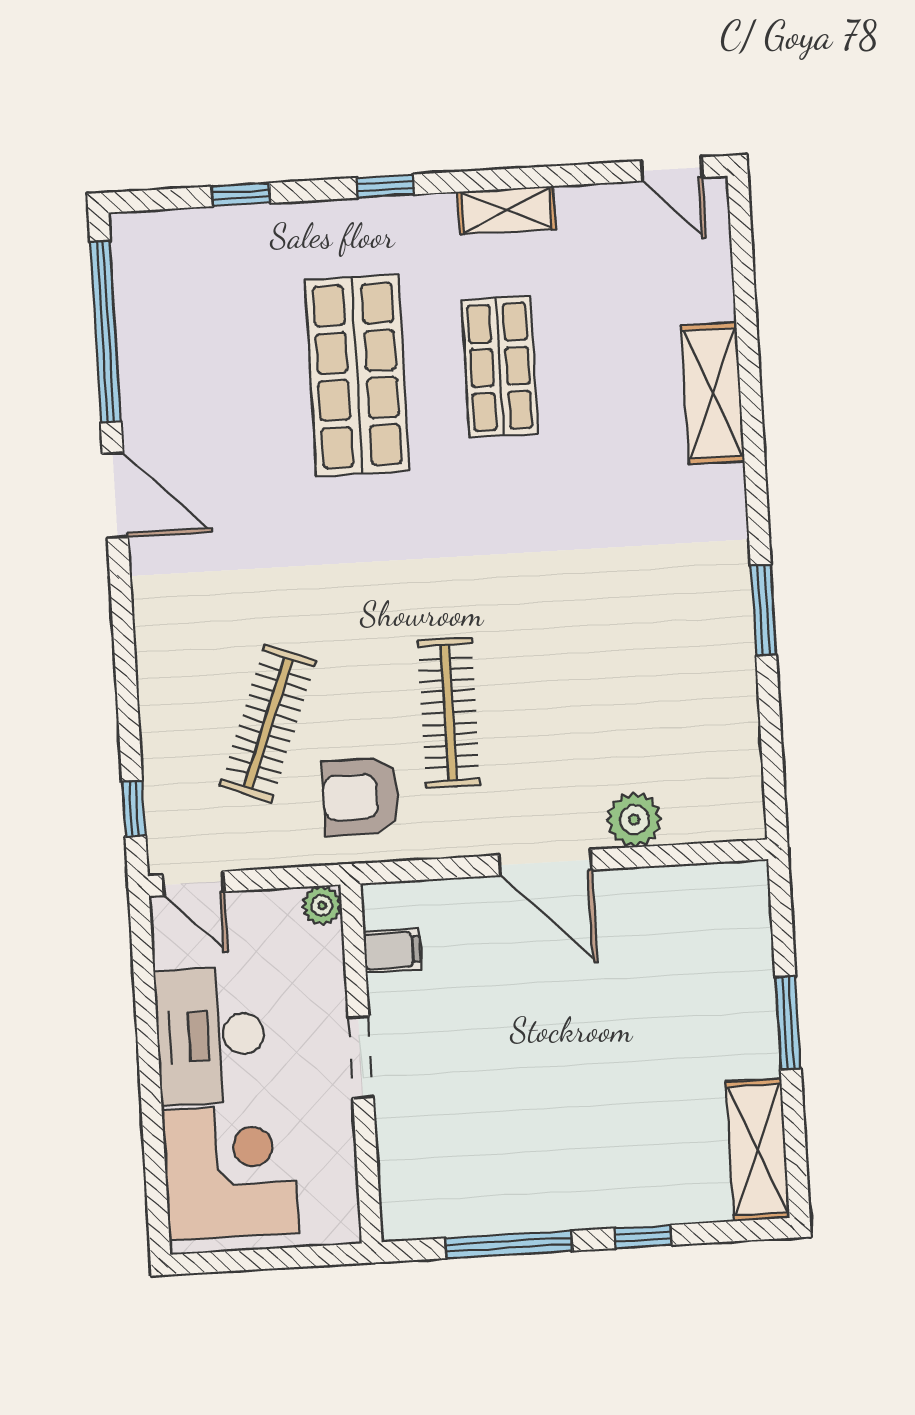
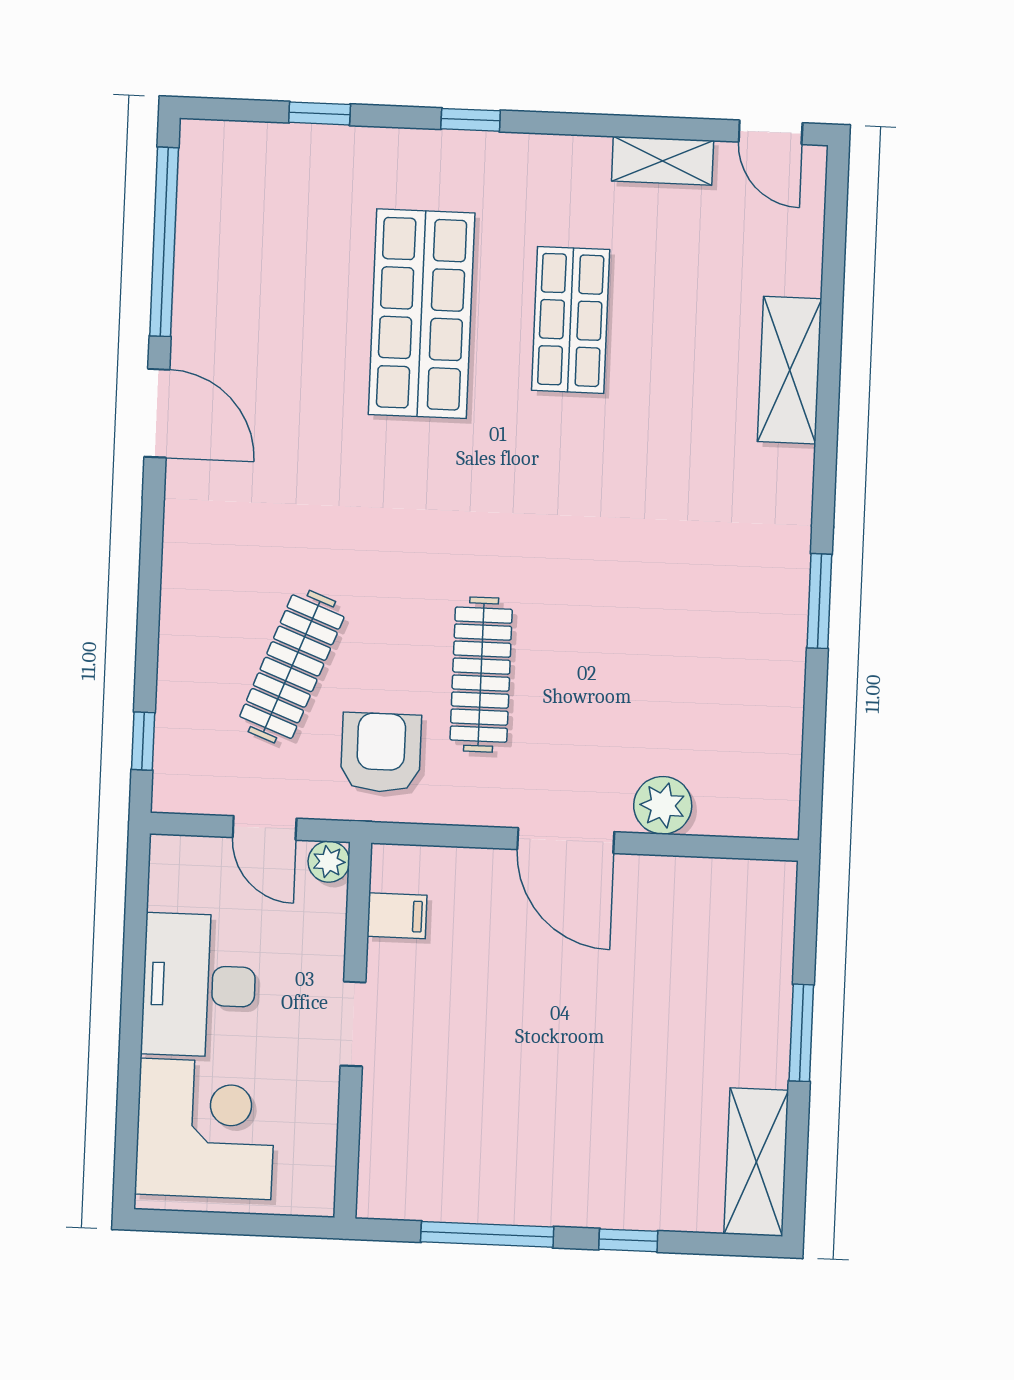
shelving: (506, 210) -> (663, 161), moved
armchair: (361, 797) -> (381, 753), turned 90
door: (193, 883) -> (265, 828), moved

